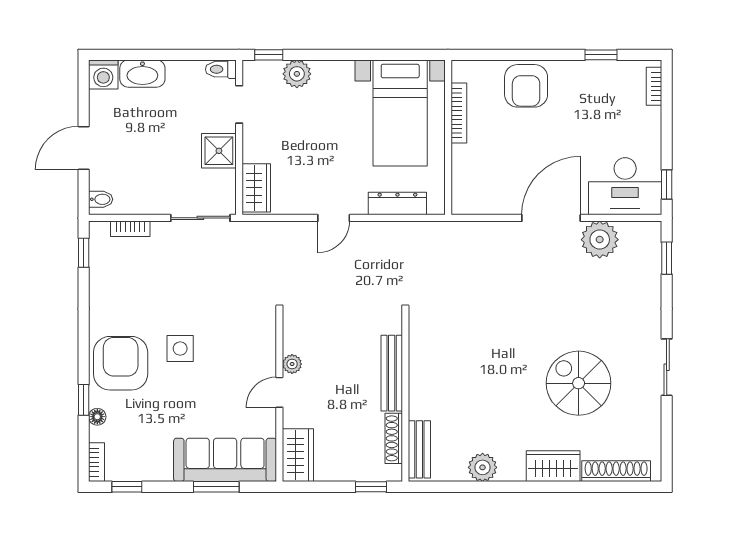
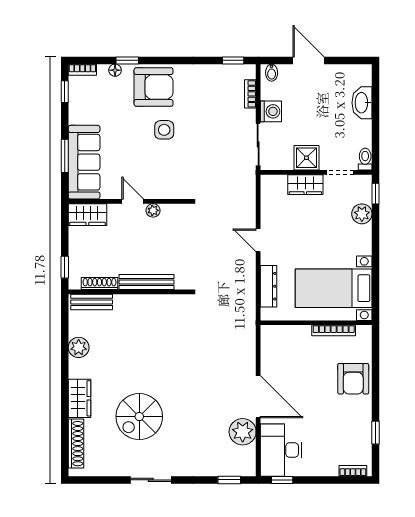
washing machine: (103, 74) -> (271, 111), moved, turned 180
armchair: (526, 86) -> (353, 379), turned -90
wardrobe: (256, 188) -> (305, 185), moved
spiral stairs: (579, 383) -> (139, 417), turned 180

